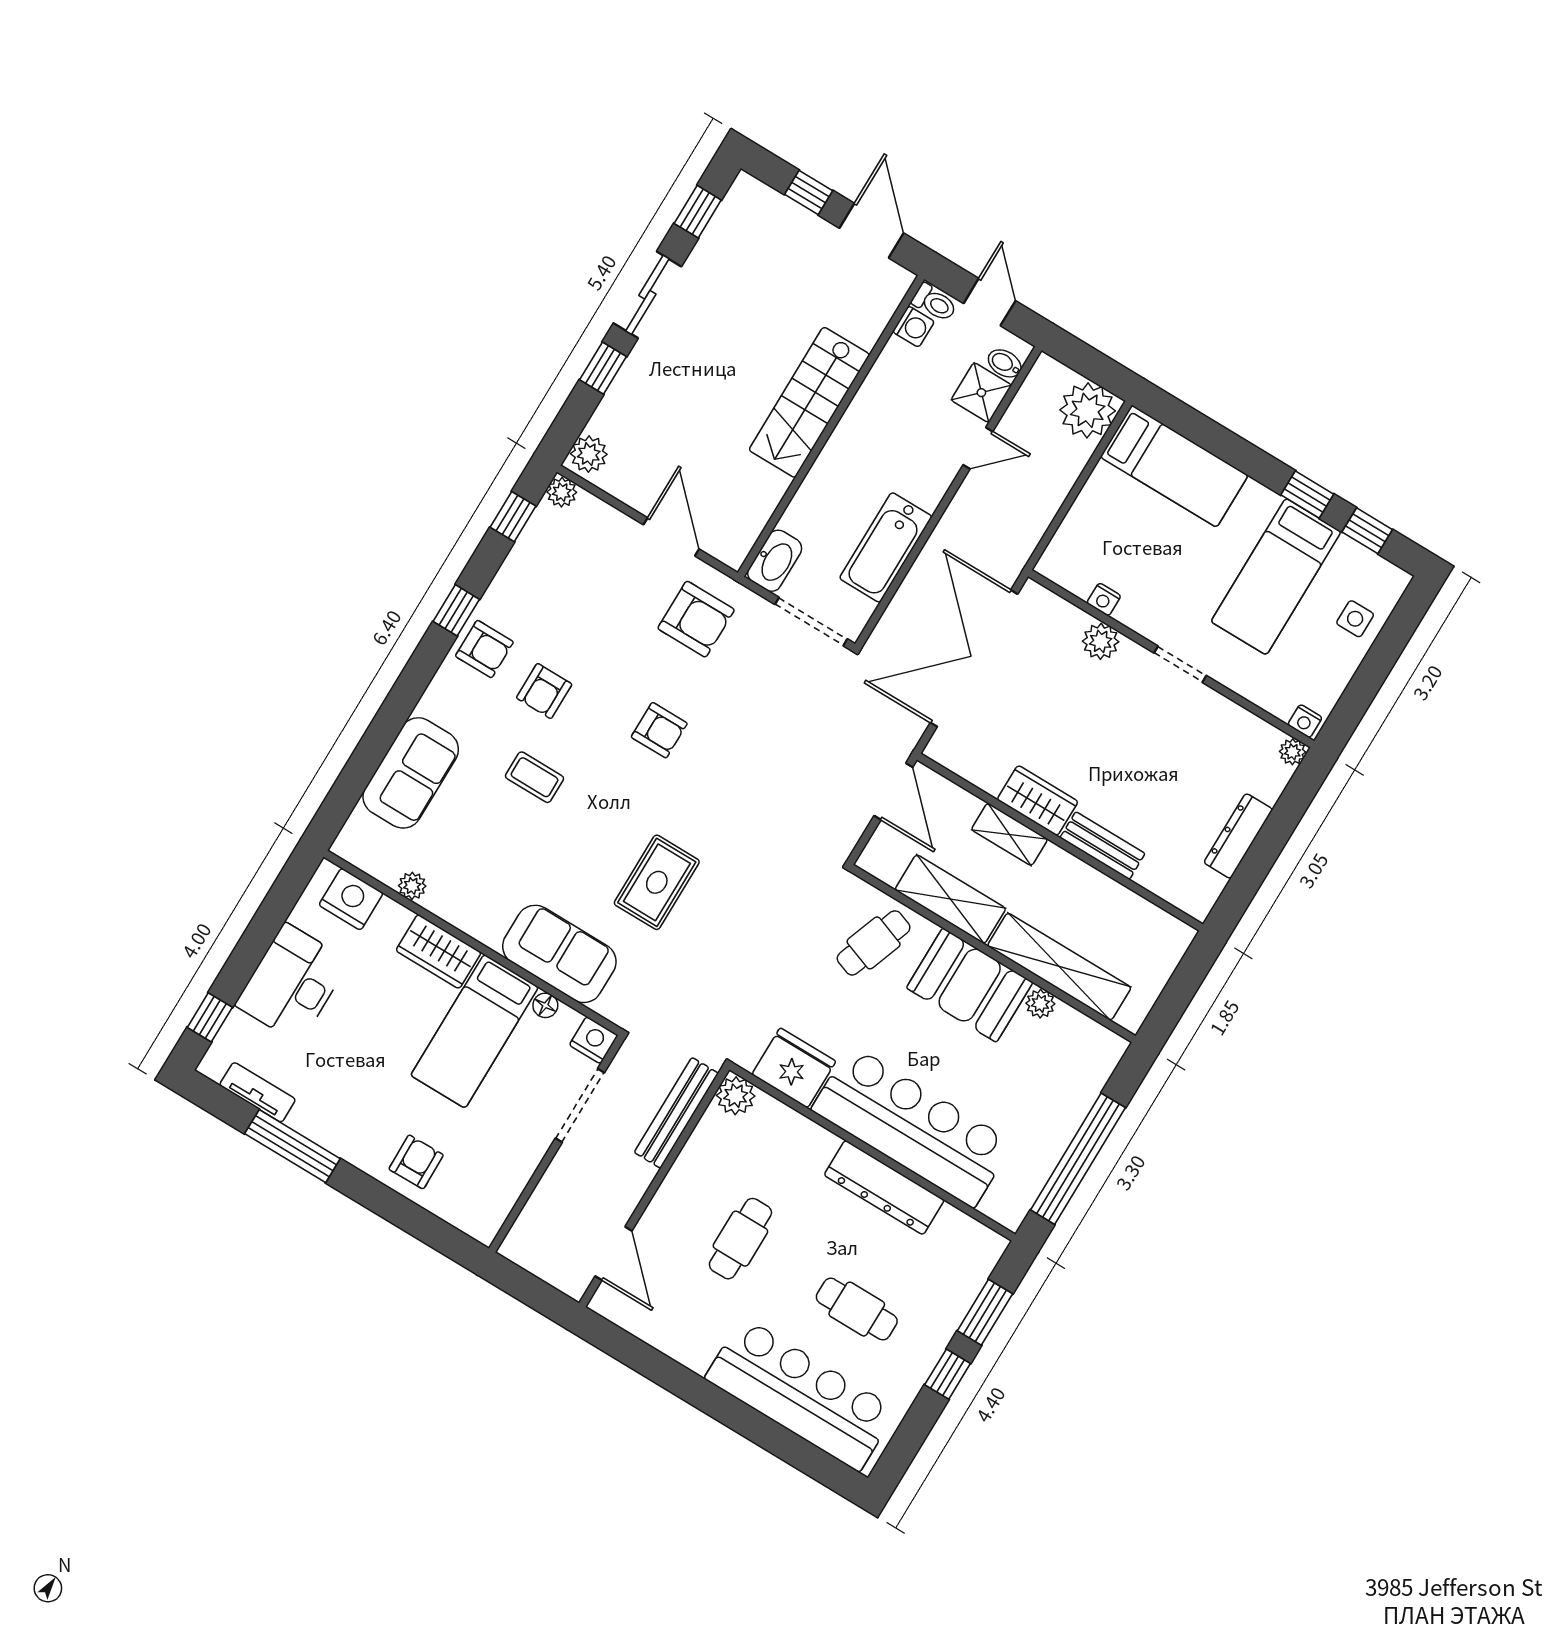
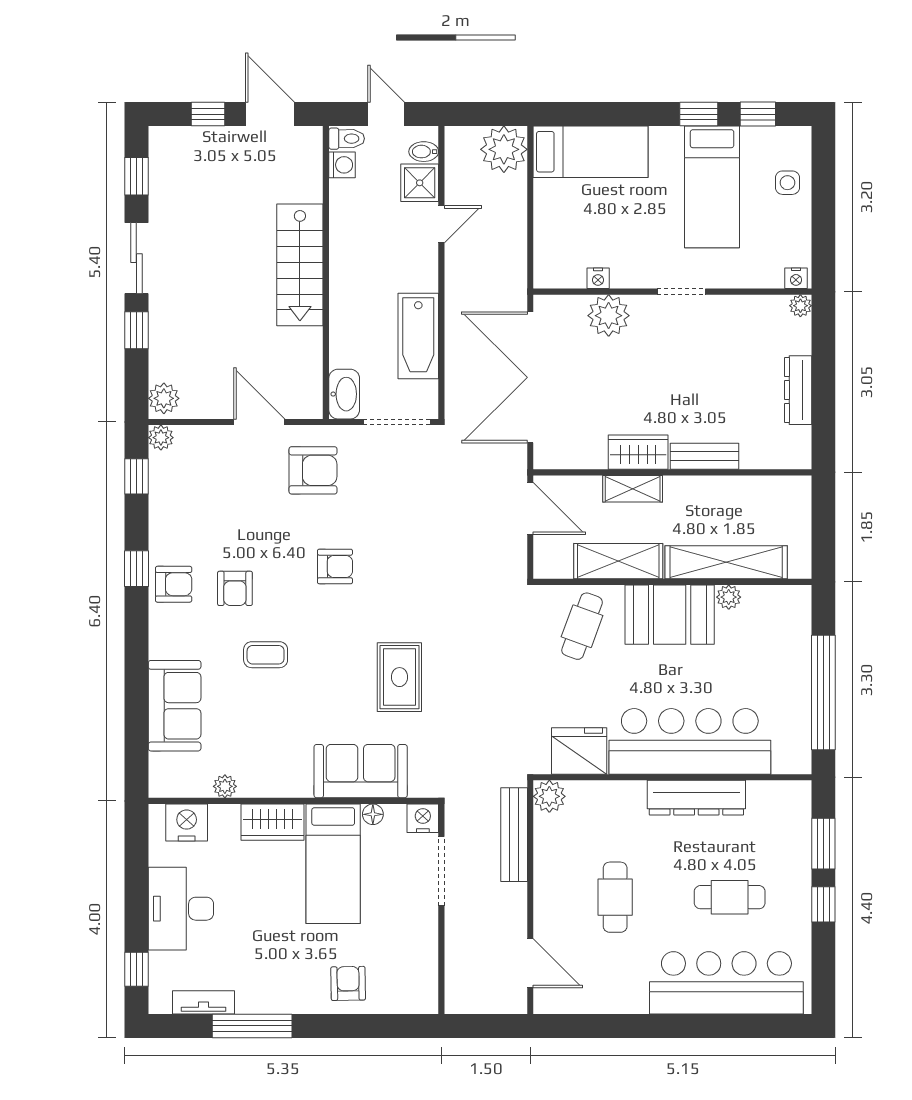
plant: (1101, 641) -> (609, 316), width x1.36, depth x1.36

